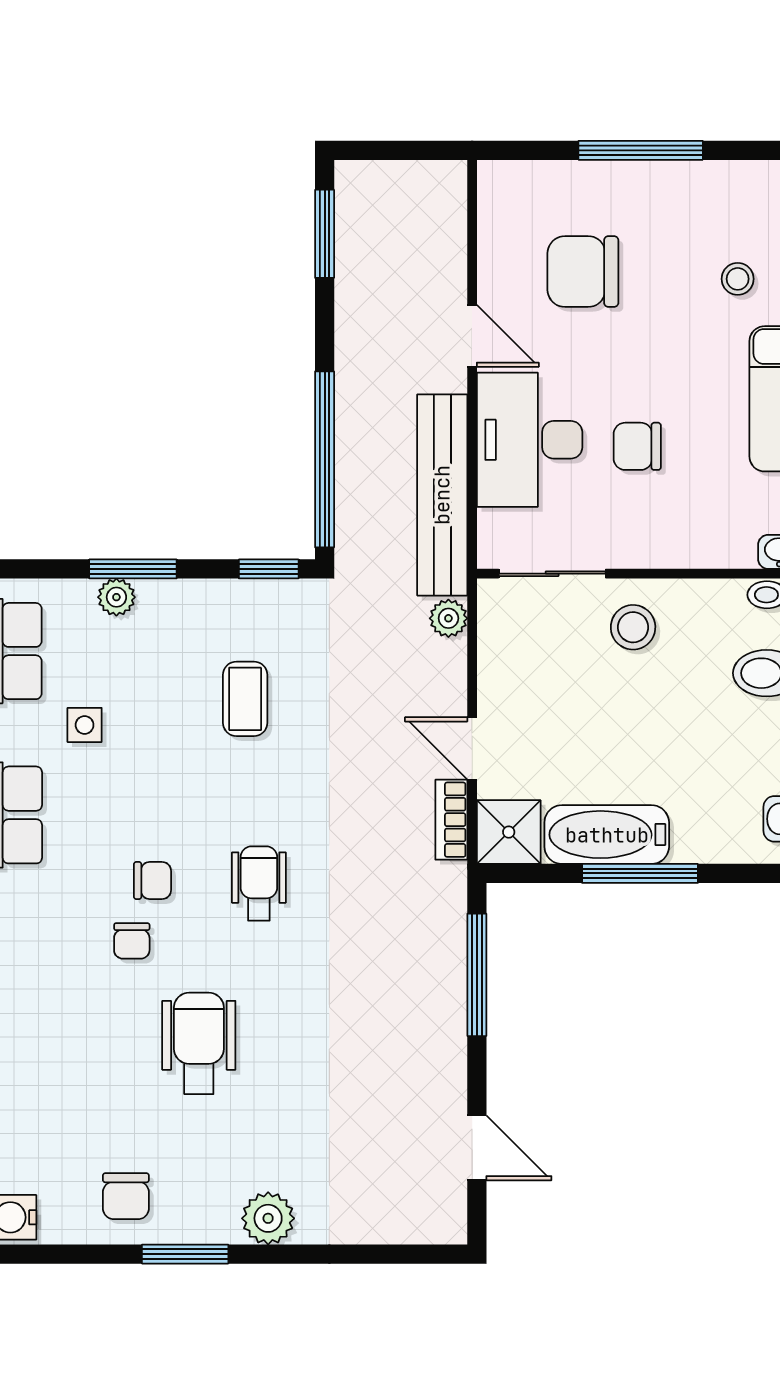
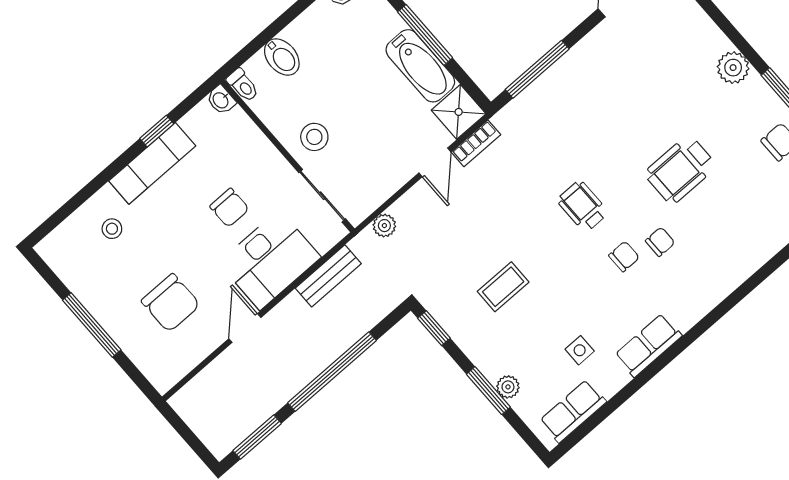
window: (325, 459) -> (332, 372), moved
bench: (442, 495) -> (328, 276), width x0.54, depth x0.82
chair: (152, 881) -> (624, 256), turned 90
wheelchair: (259, 884) -> (583, 206), turned 90

